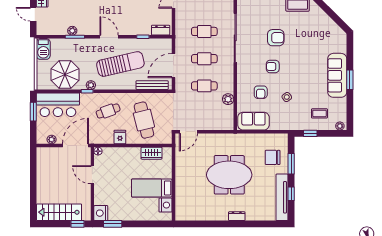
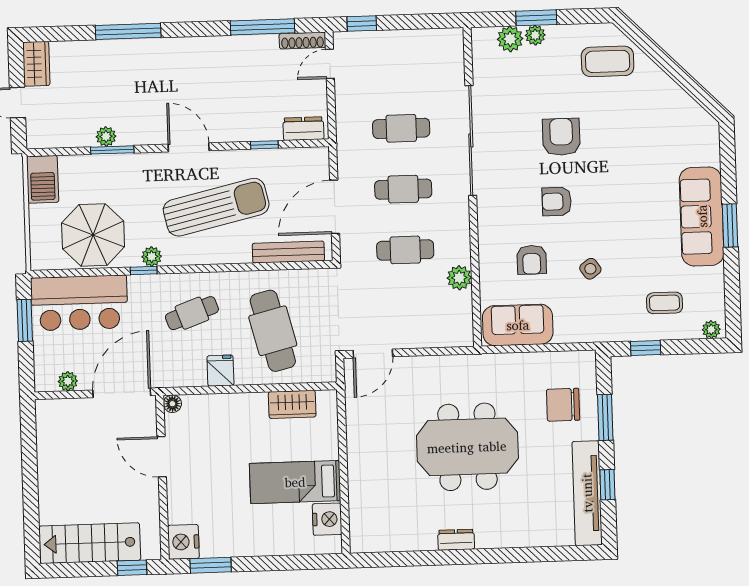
armchair: (276, 38) -> (561, 137), turned -90
dresser: (237, 216) -> (456, 540), moved

